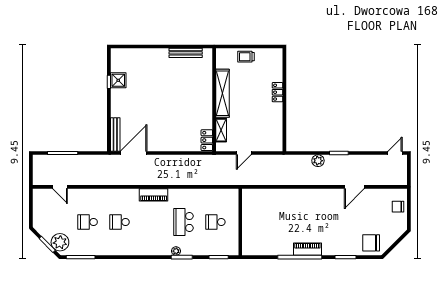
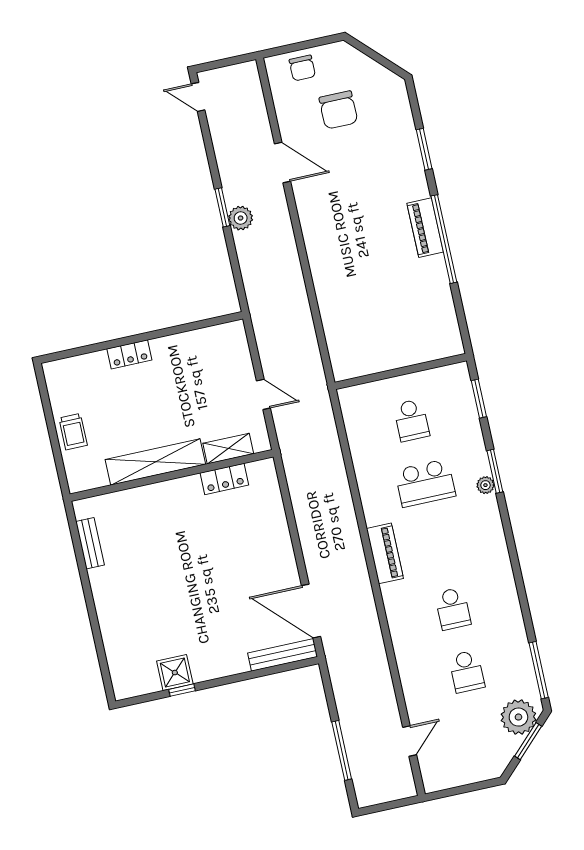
bench: (186, 53) -> (90, 543), width x0.73
locker: (207, 140) -> (224, 479), moved
plant: (318, 161) -> (241, 218), moved
chair: (371, 243) -> (338, 110), moved

